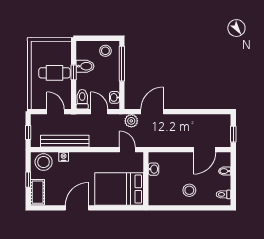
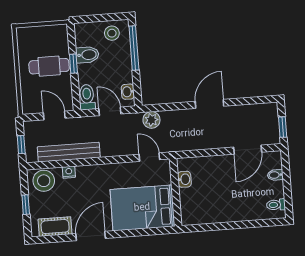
door: (152, 112) -> (209, 104), moved
stool: (189, 190) -> (232, 203), removed
cot: (38, 192) -> (55, 227), moved, turned 90

